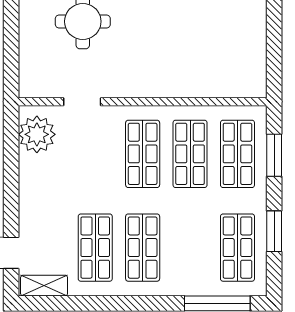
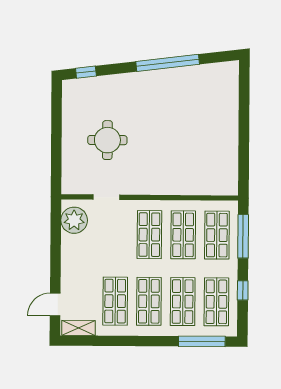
window: (274, 155) -> (243, 236), width x1.44
window: (274, 231) -> (243, 290), width x0.67
shop shelf: (190, 248) -> (183, 302), added

